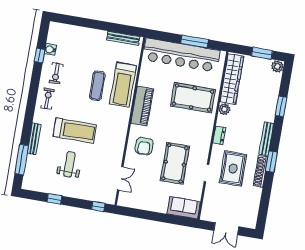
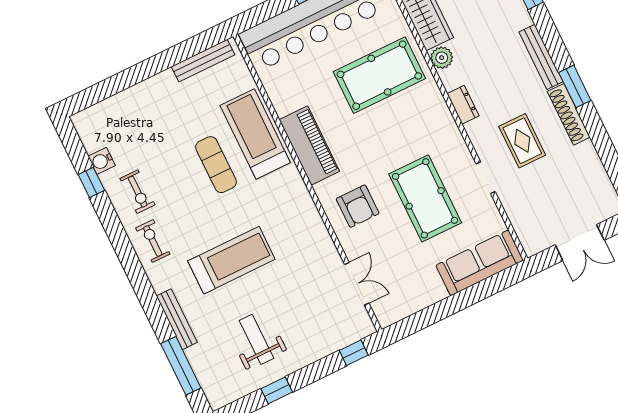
treadmill: (123, 85) -> (255, 134), turned 180
weight bench: (69, 164) -> (256, 339), moved
rug: (233, 168) -> (522, 141), width x0.73, depth x0.70
sofa: (184, 208) -> (480, 263), width x1.36

